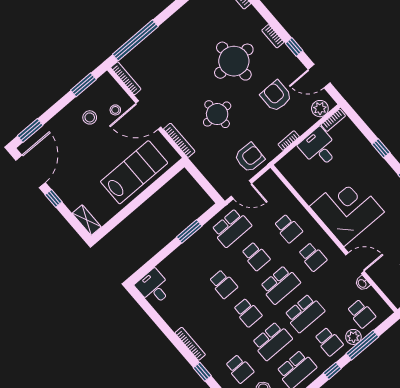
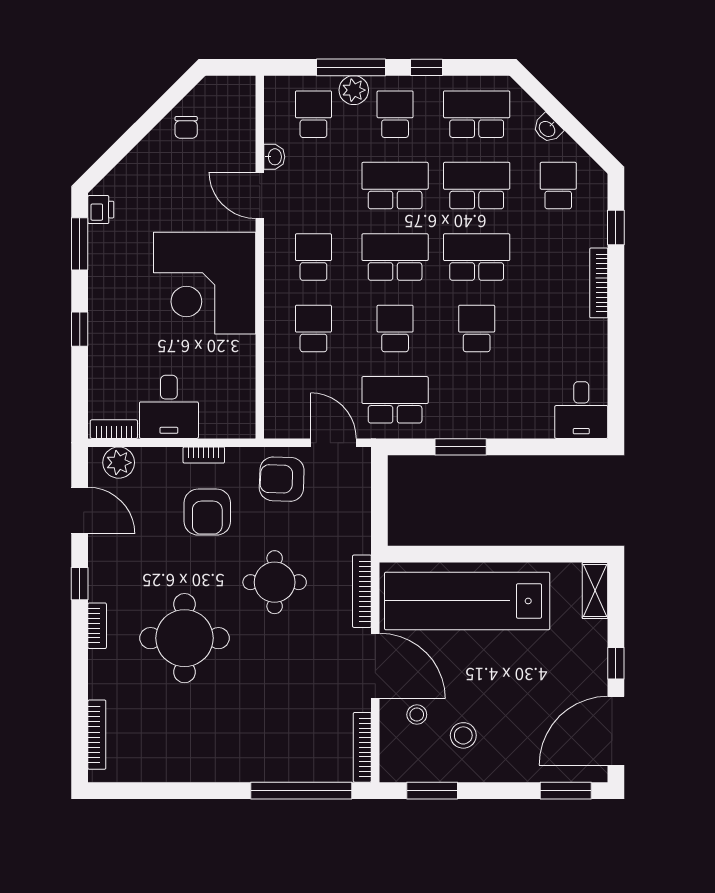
armchair: (276, 96) -> (207, 512), moved
lab bench: (134, 172) -> (467, 601), width x1.36
school desk: (248, 312) -> (477, 257), width x1.85

